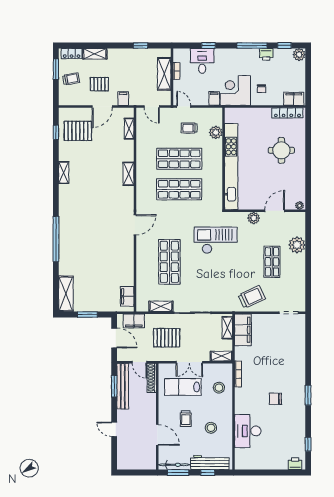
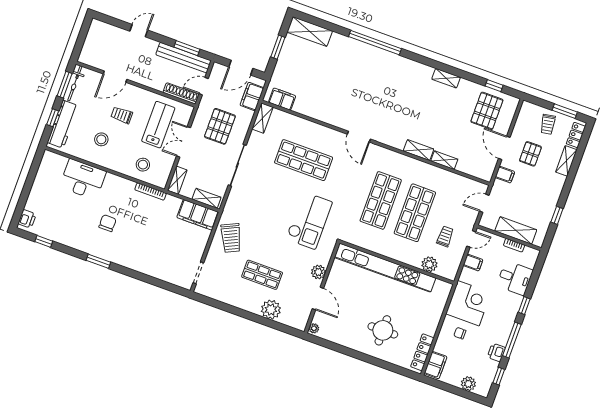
window: (208, 46) -> (524, 306), moved
plant: (299, 55) -> (468, 384), moved
filing cabinet: (214, 98) -> (473, 263), moved
shelving: (129, 129) -> (444, 160), moved
shelving: (161, 306) -> (262, 118), moved

